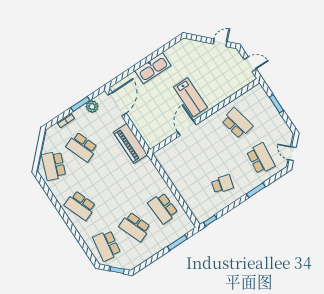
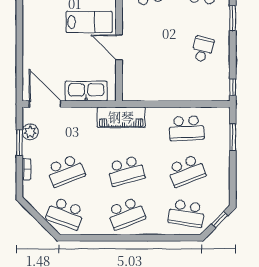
kitchen sink: (153, 68) -> (86, 91), moved, turned -90
piano: (131, 143) -> (121, 117), moved
school desk: (108, 187) -> (126, 171), added

